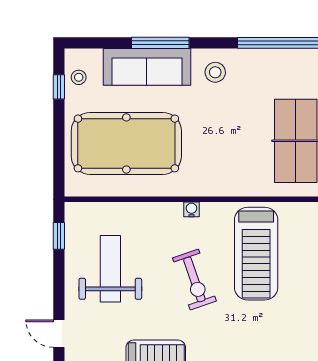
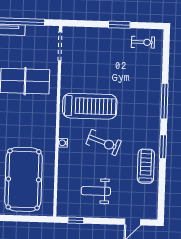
weight bench: (110, 269) -> (96, 191), width x0.73, depth x0.75
exercise bike: (194, 279) -> (104, 142), turned 39

